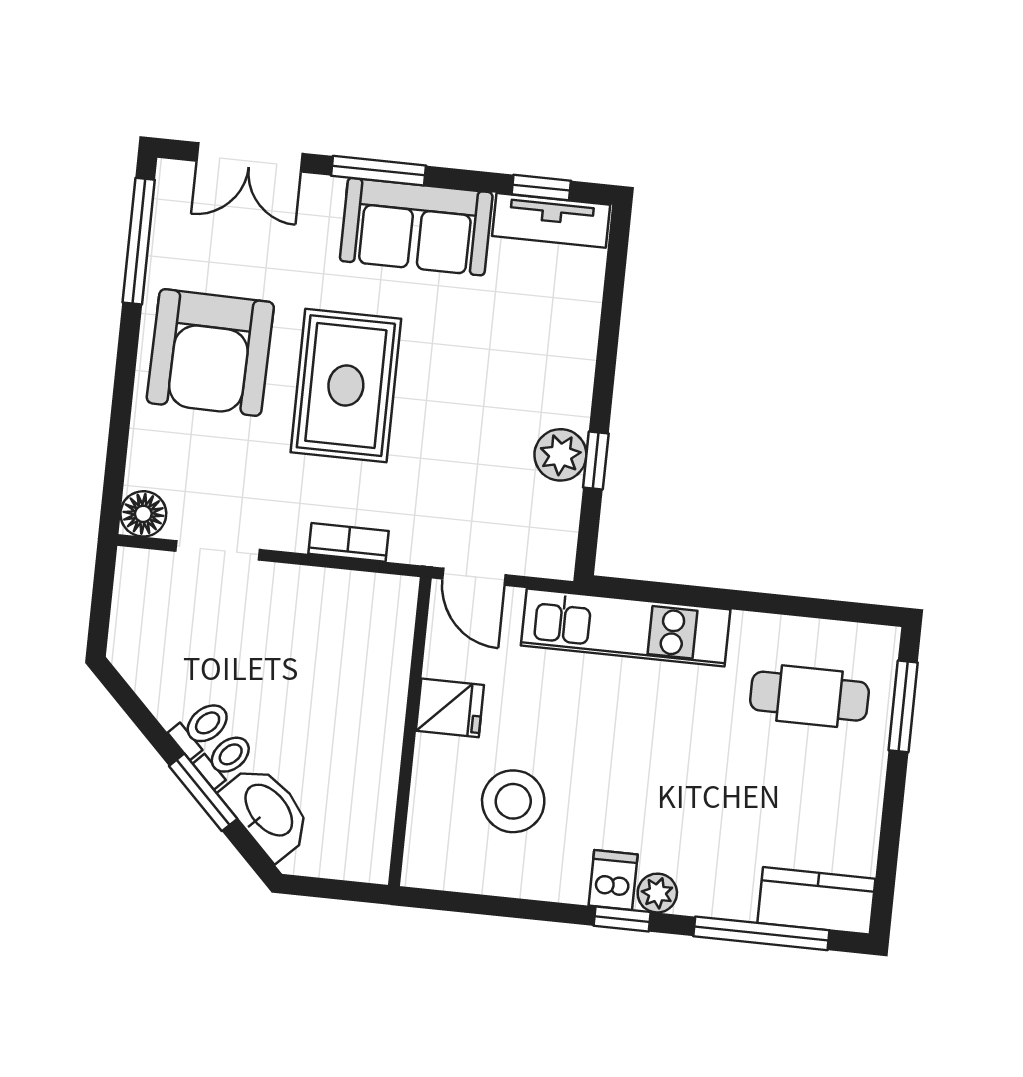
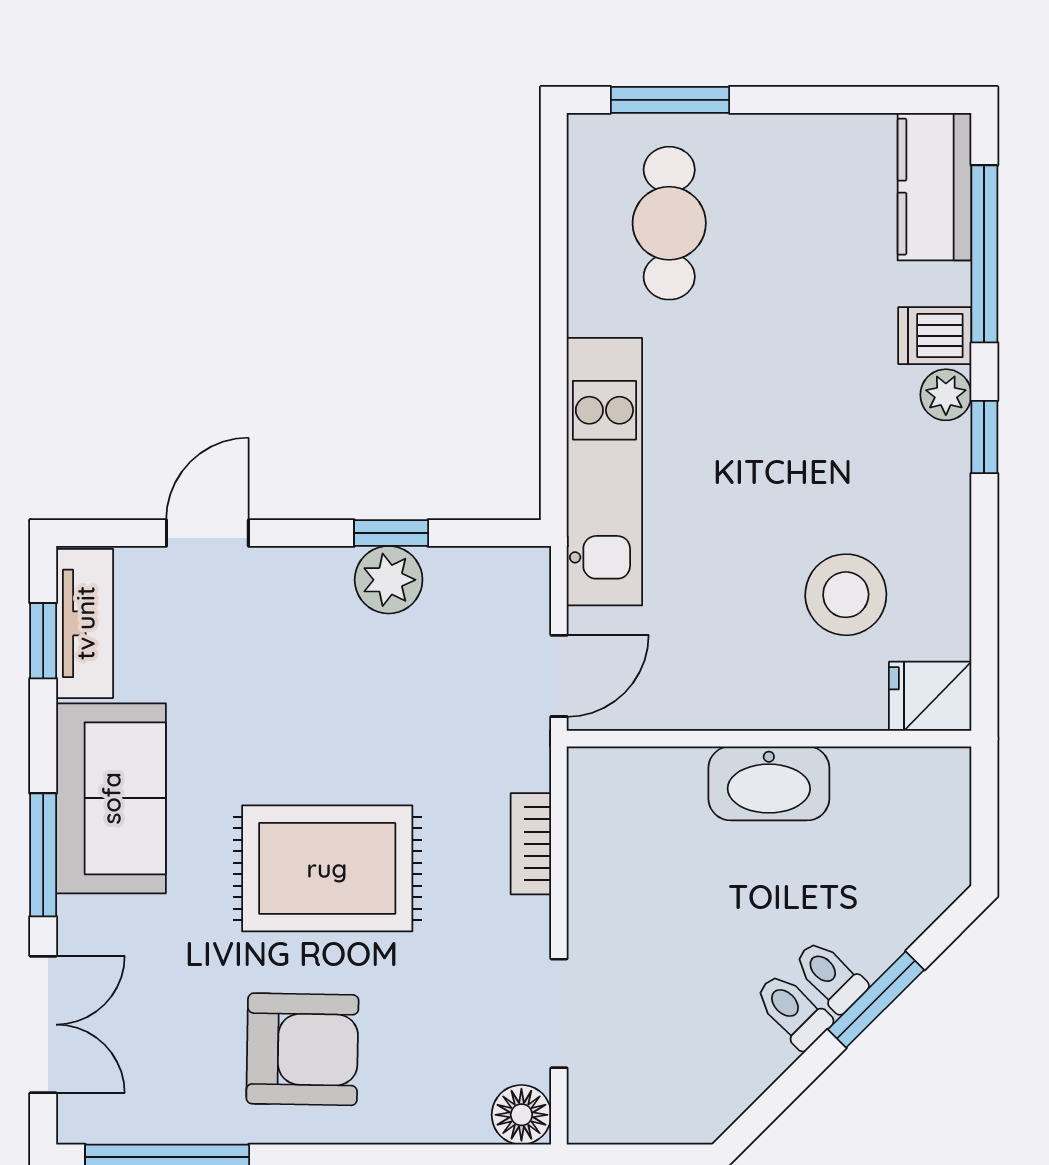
door: (610, 321) -> (207, 533), added
armchair: (210, 353) -> (302, 1049), width x0.73, depth x0.73
fridge: (450, 708) -> (930, 696), moved, turned -90
washbasin: (268, 811) -> (769, 783), moved, turned -135
dishwasher: (613, 880) -> (935, 336), moved

